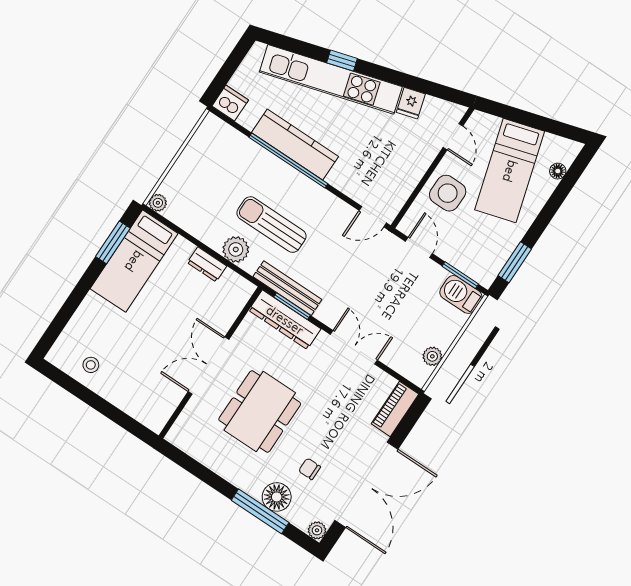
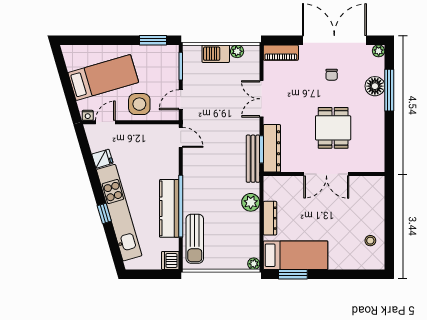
nightstand: (476, 121) -> (88, 115), added
floor lamp: (558, 171) -> (85, 50), removed
sun lounger: (271, 225) -> (195, 239), moved
dresser: (207, 264) -> (270, 218), width x1.44
barbecue: (461, 294) -> (216, 54), moved, turned 90
dining table: (260, 412) -> (333, 128), width x0.73
chair: (310, 469) -> (332, 75), moved

